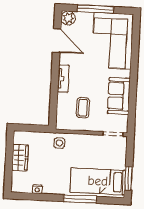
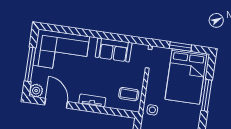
door: (57, 40) -> (56, 103), hinge flipped
coffee table: (83, 108) -> (129, 94), moved
window: (128, 178) -> (180, 47), moved
bed: (98, 181) -> (186, 76), width x1.50

